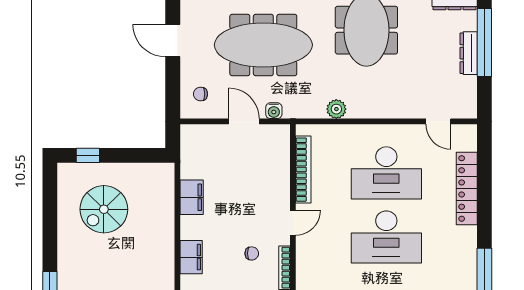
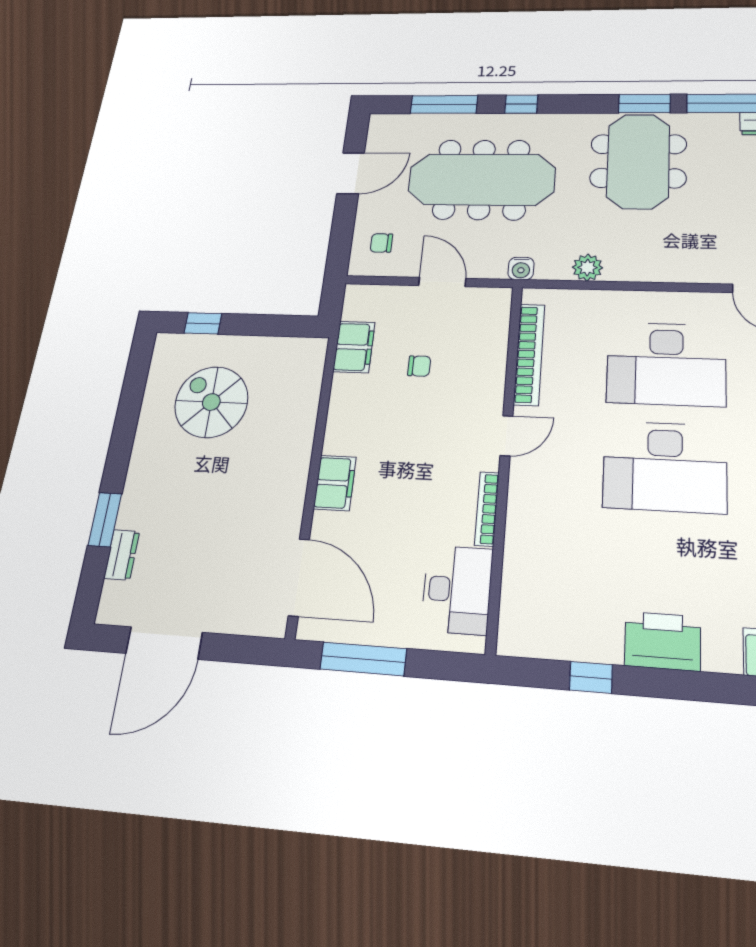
door: (173, 41) -> (351, 173), swing flipped
water cooler: (274, 111) -> (521, 268), moved
filing cabinet: (192, 197) -> (354, 347), moved
spiral stairs: (104, 209) -> (211, 402), turned 90
chair: (252, 253) -> (419, 366), moved

